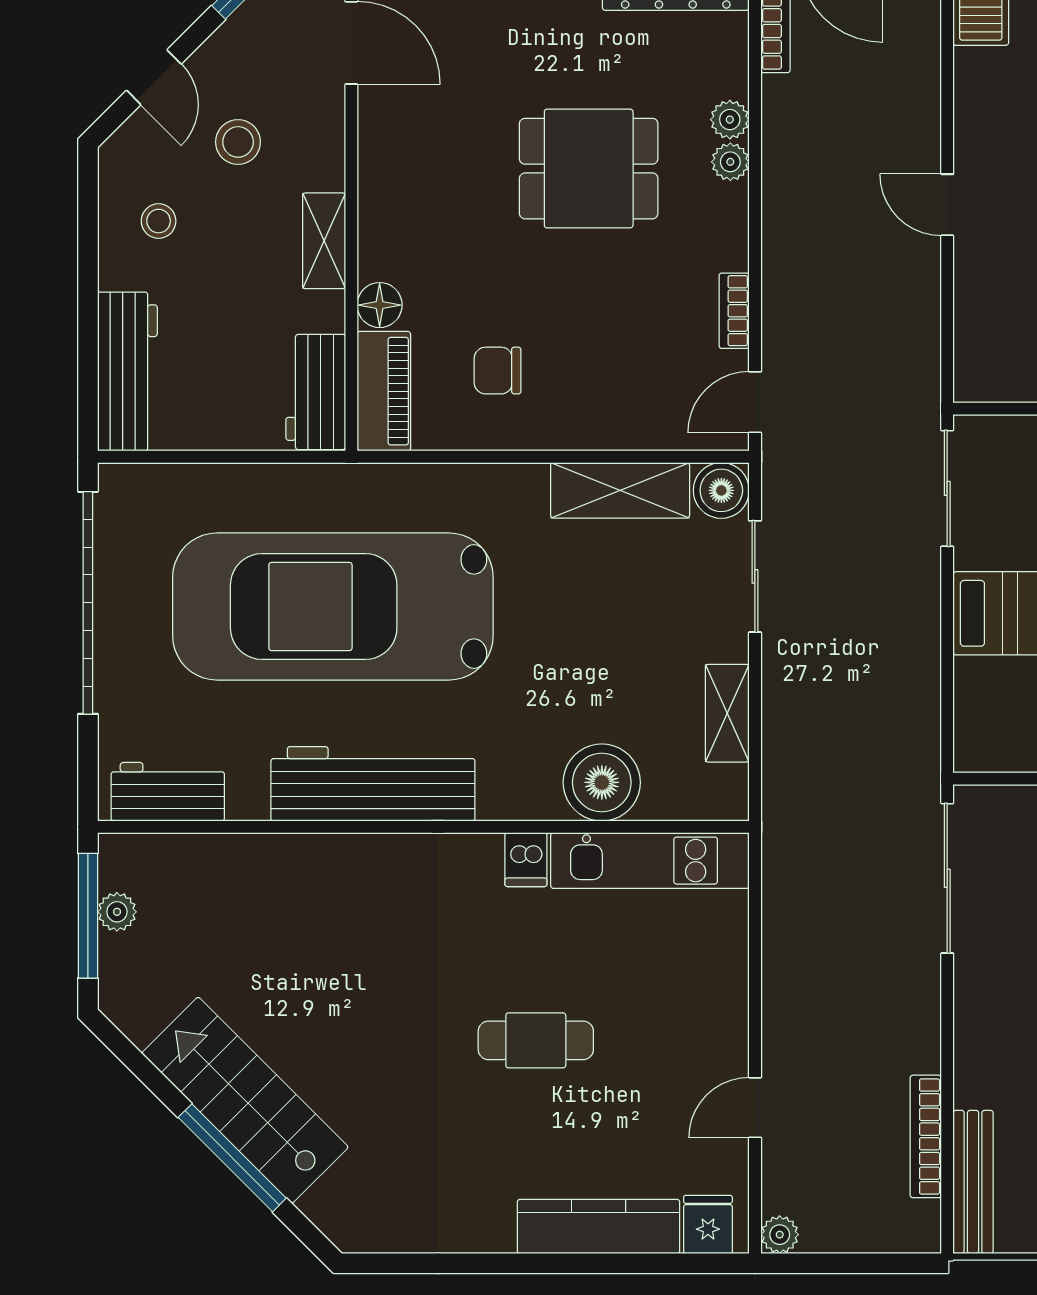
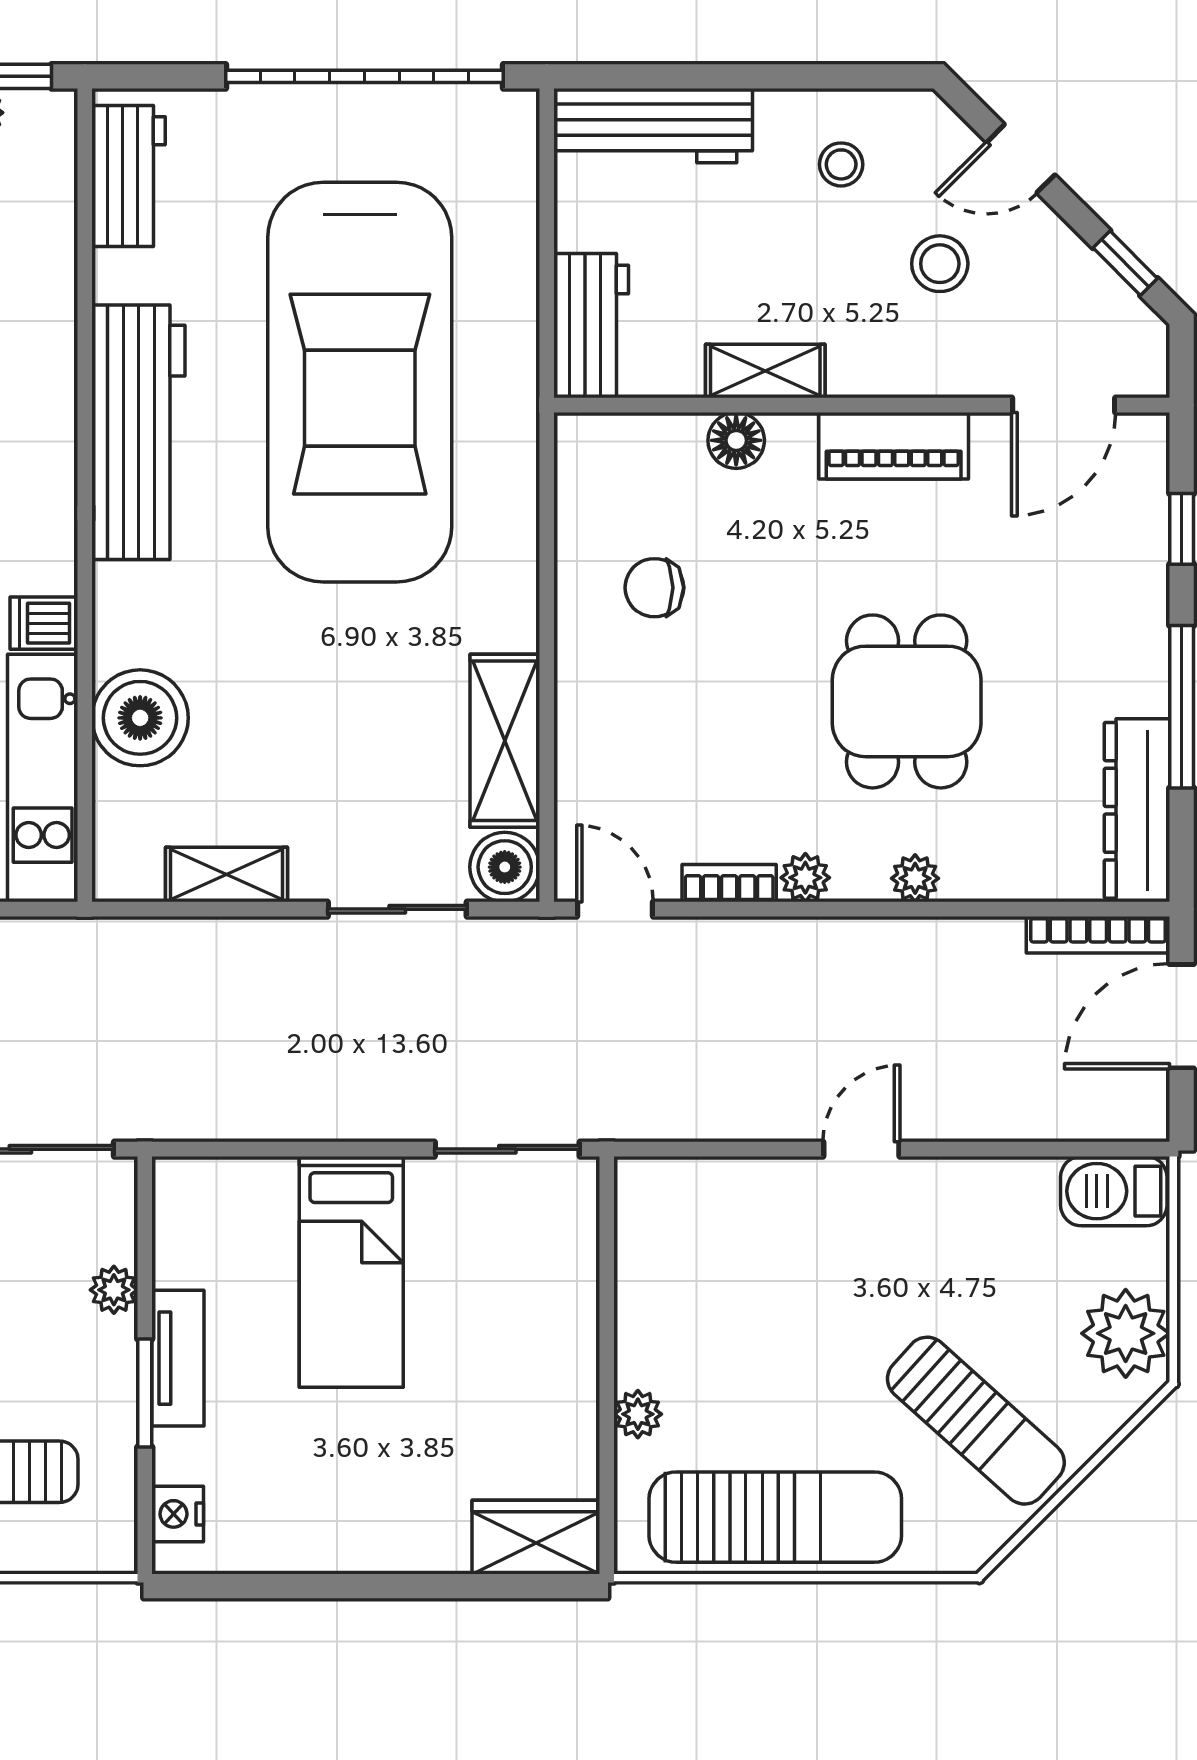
plant: (730, 120) -> (805, 878), moved
shelving: (324, 241) -> (765, 371), moved
chair: (498, 371) -> (654, 588), turned -90
piano: (384, 391) -> (894, 446), moved
workbench: (316, 392) -> (591, 326), moved, turned 90
car: (333, 607) -> (360, 382), turned 180

